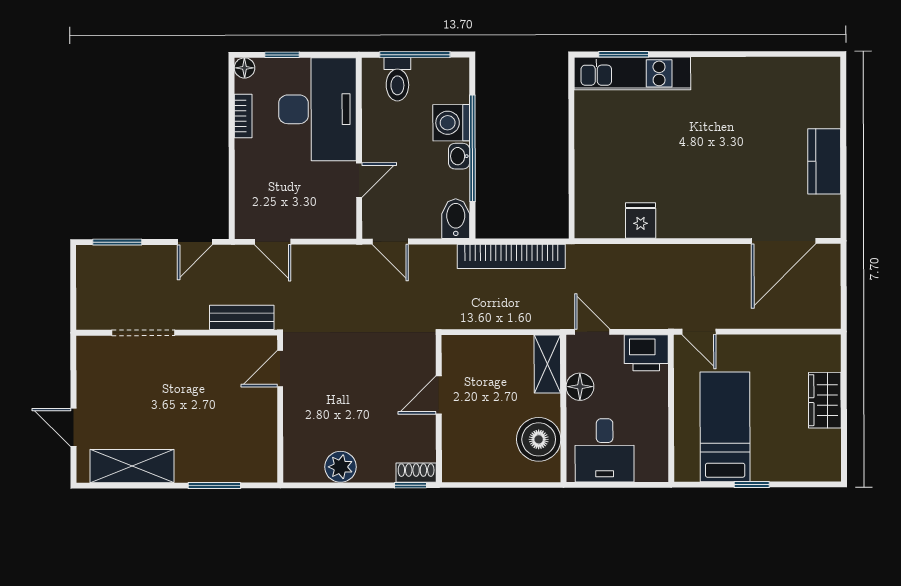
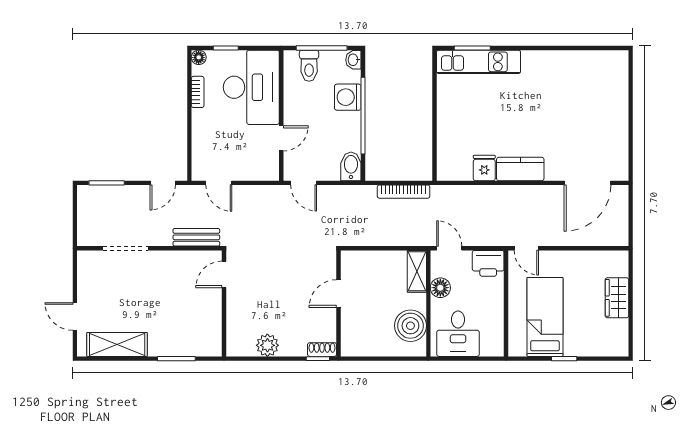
washbasin: (459, 156) -> (353, 60), moved
kitchen counter: (824, 161) -> (520, 169), moved, turned 90
bookcase: (511, 256) -> (404, 192), width x0.68, depth x0.76

